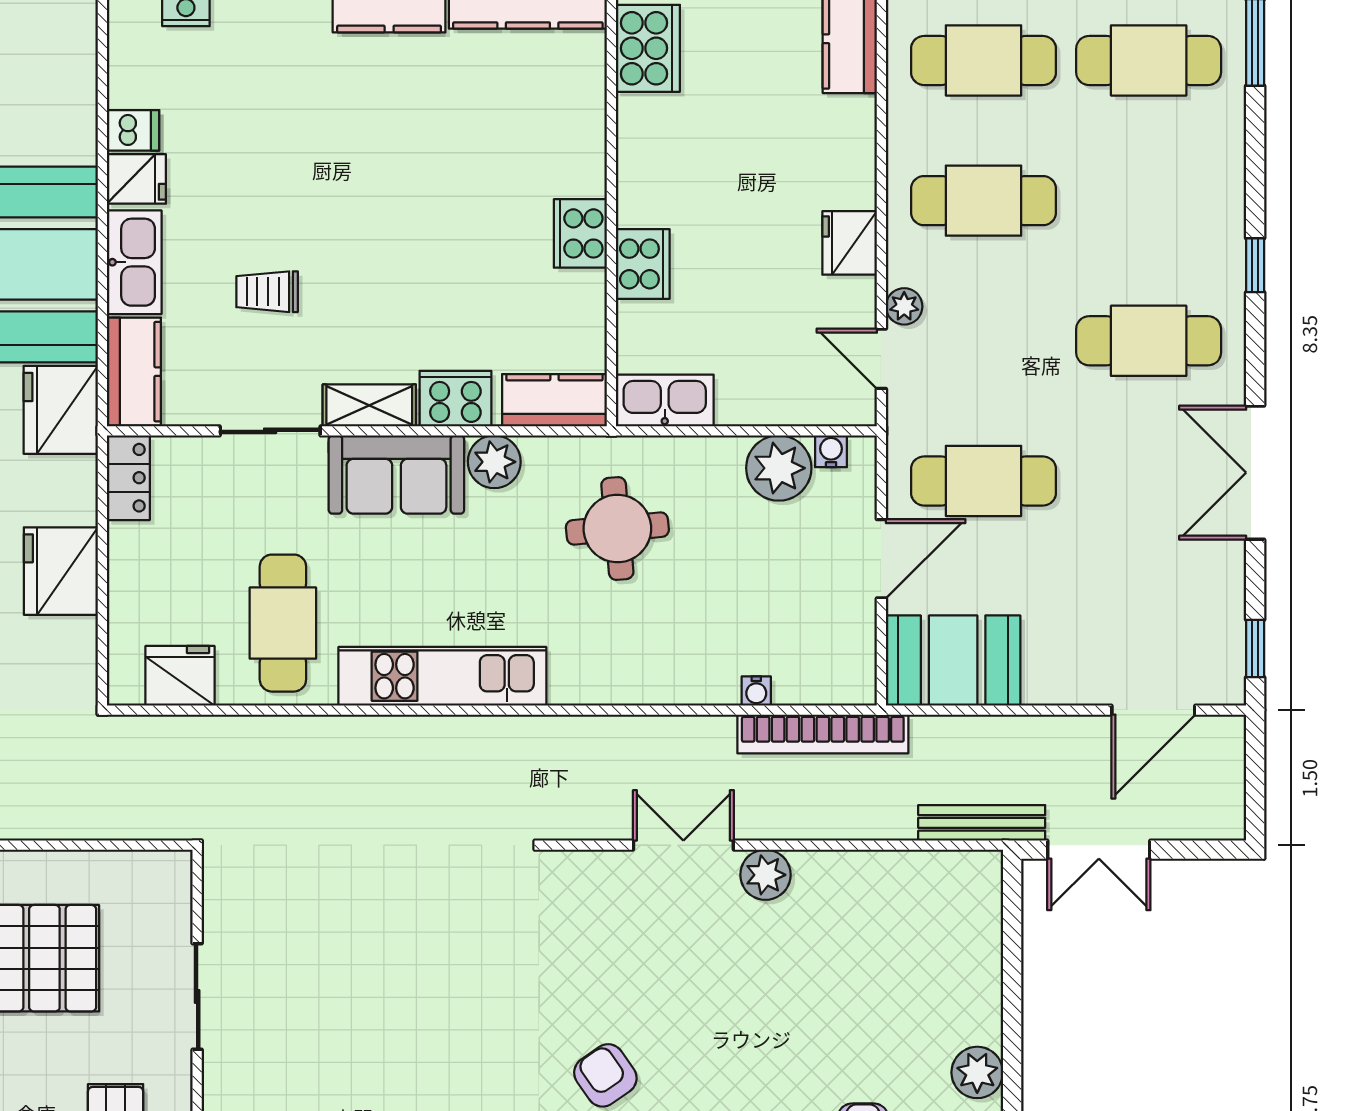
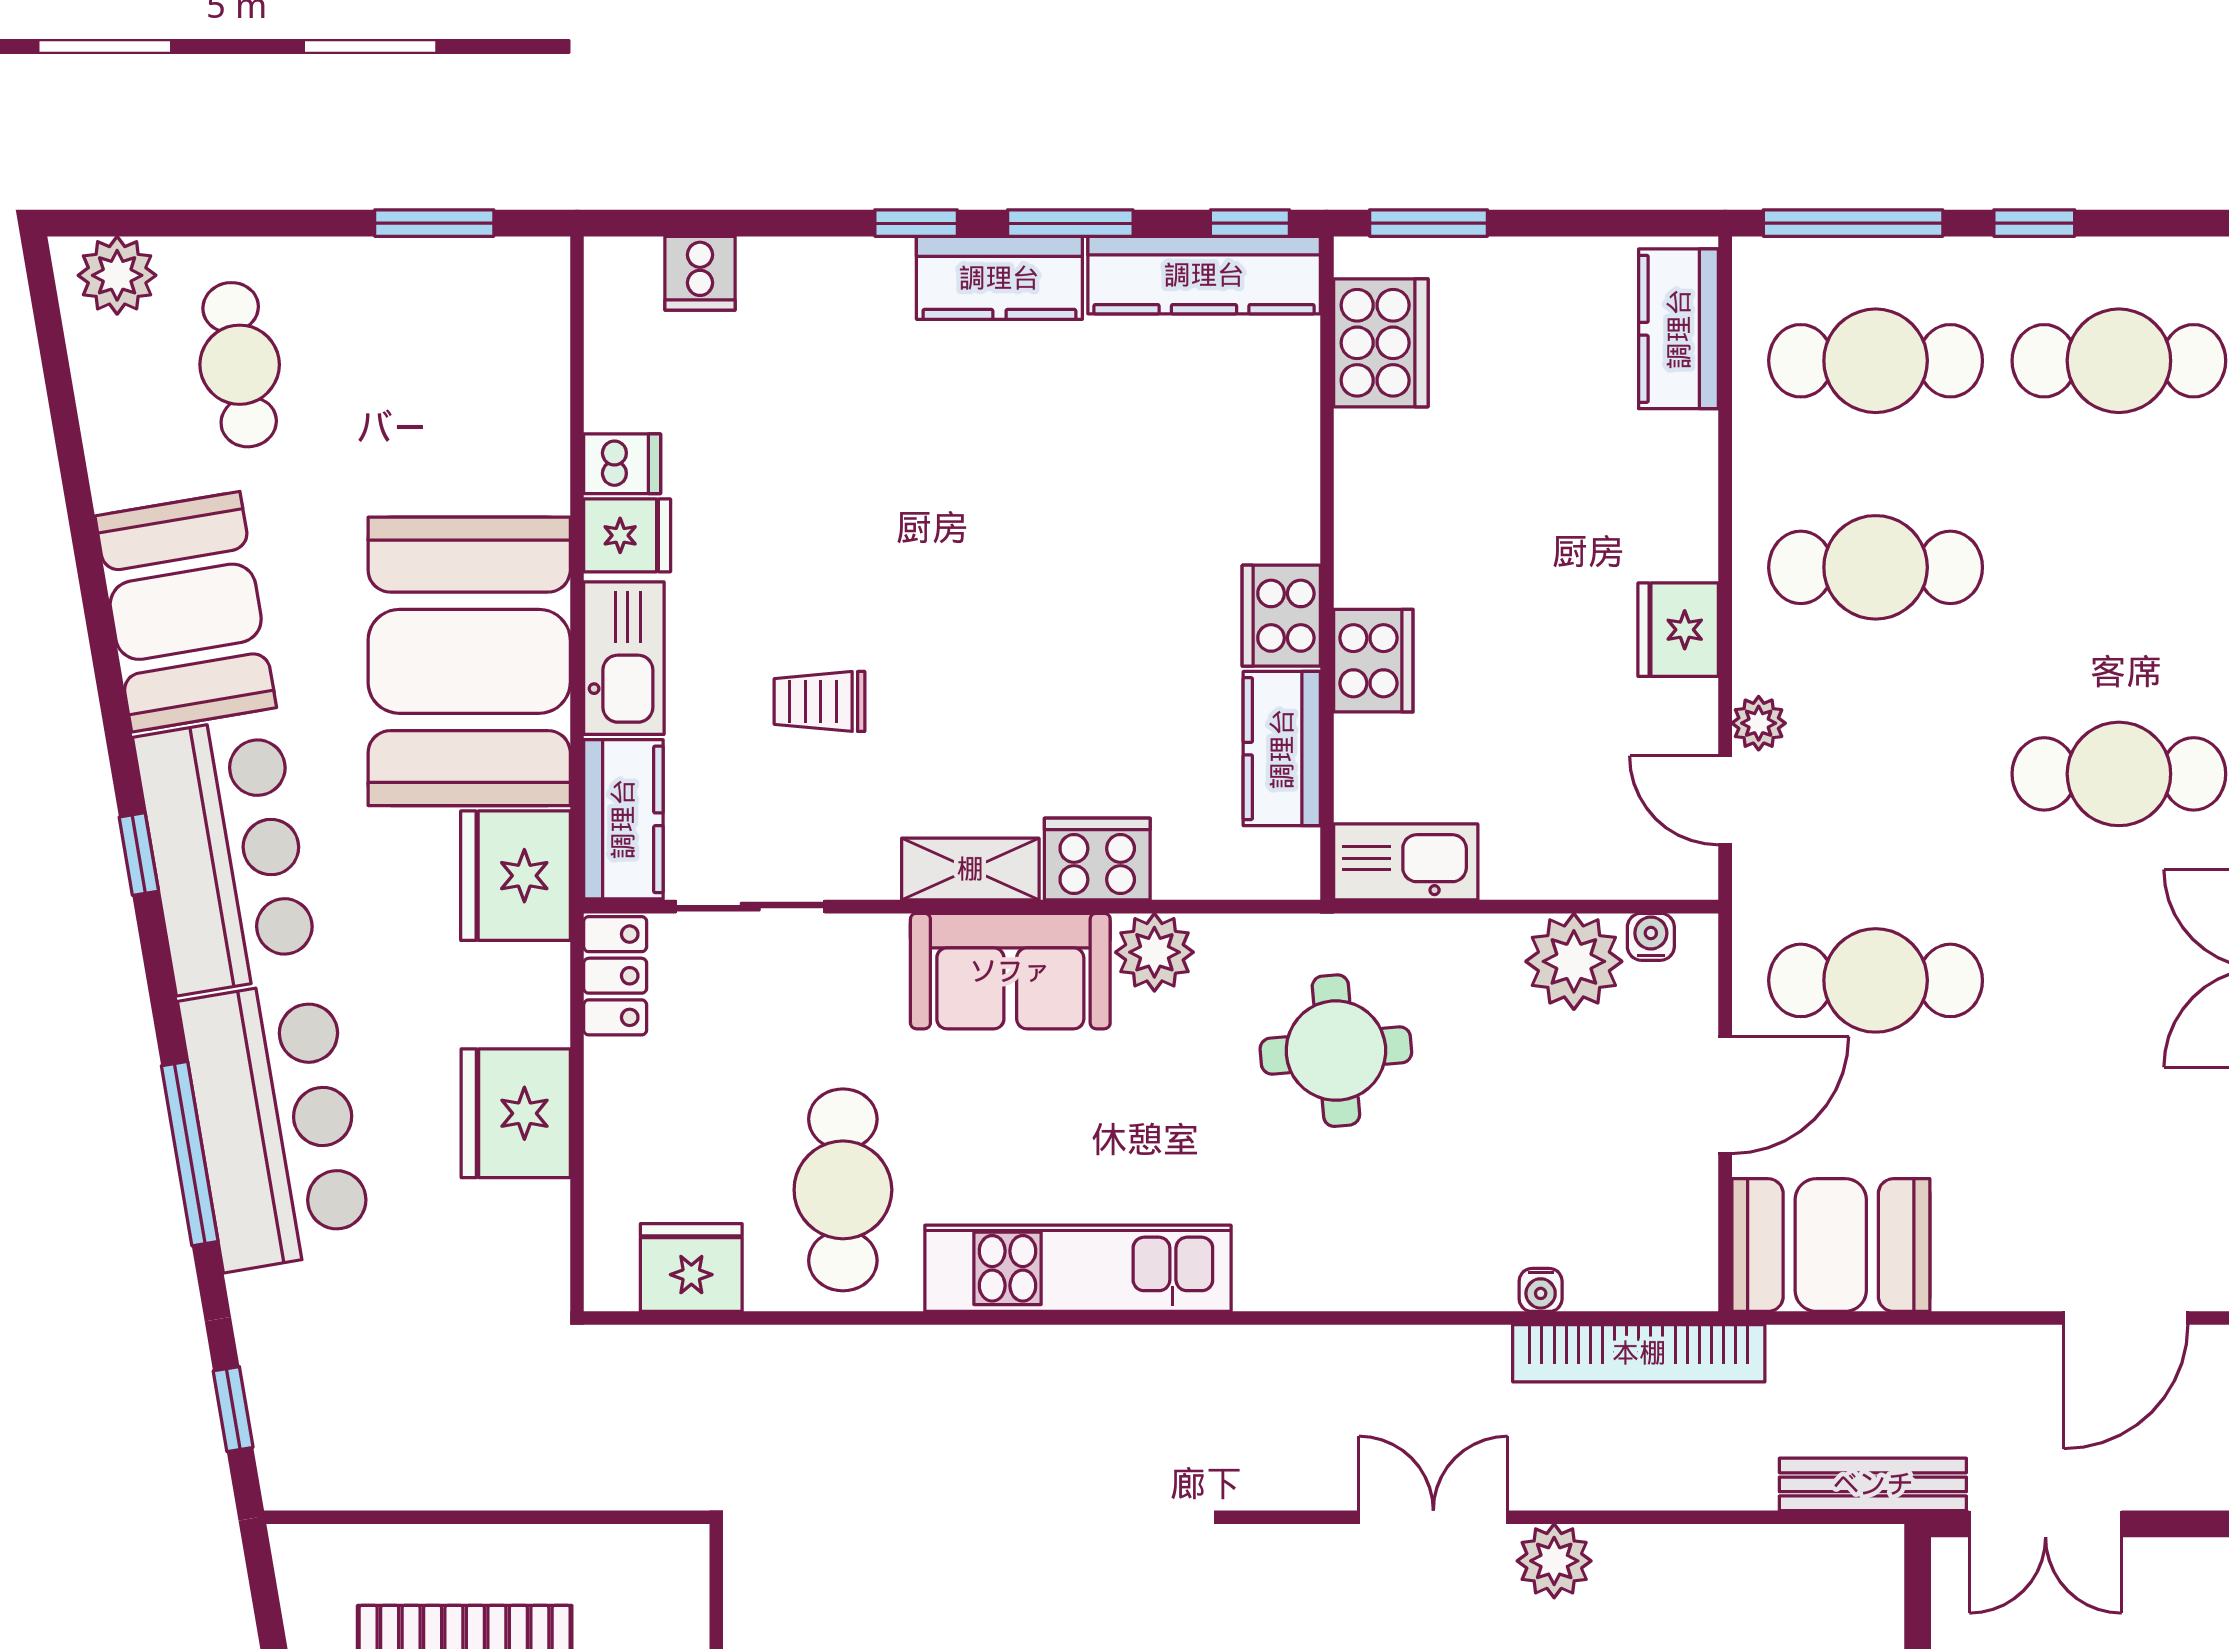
kitchen counter: (554, 400) -> (1282, 749), moved, turned -90
sliding door: (270, 431) -> (750, 907), moved

